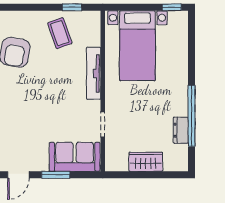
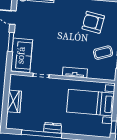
tv unit: (94, 73) -> (75, 72), width x0.71
dresser: (181, 130) -> (53, 128), moved

